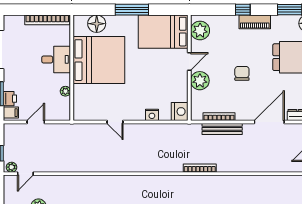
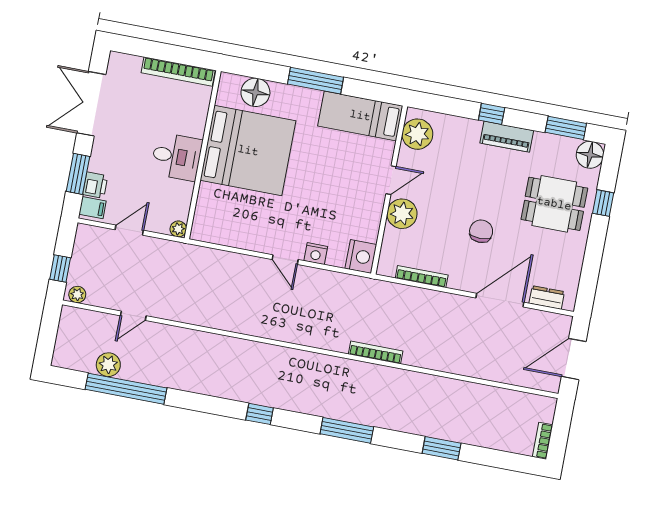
bed: (163, 32) -> (360, 116), width x0.67
desk: (56, 59) -> (177, 157), moved
chair: (242, 73) -> (481, 231), moved
plant: (65, 91) -> (178, 229), moved
door: (115, 122) -> (285, 260), moved
bench: (222, 129) -> (423, 297), removed
door: (25, 174) -> (133, 316), moved

